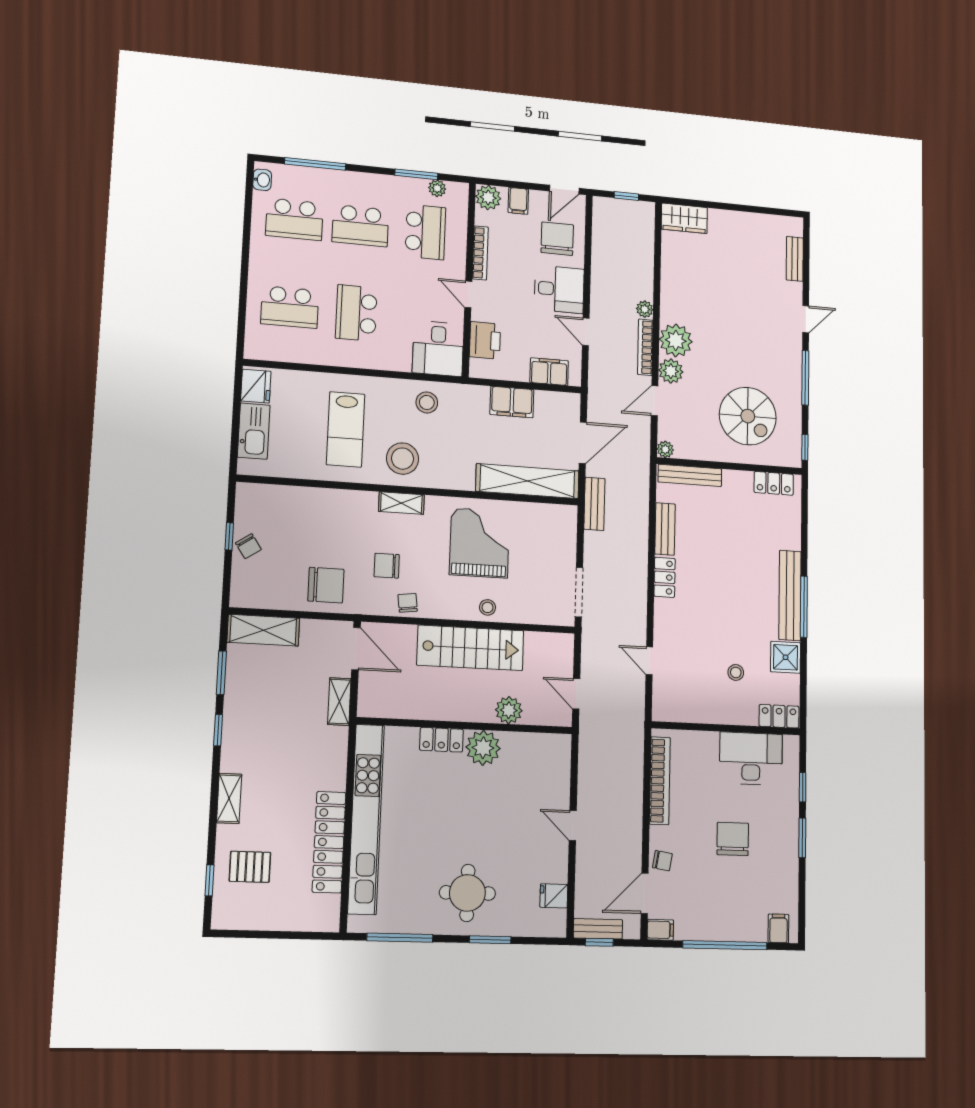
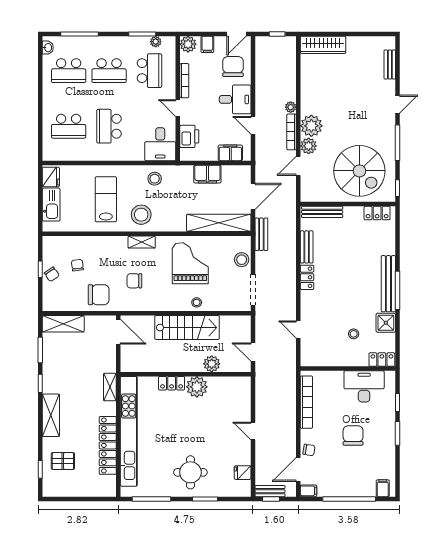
wardrobe: (684, 218) -> (323, 45), width x1.50
spiral stairs: (748, 416) -> (359, 171), width x1.37, depth x1.37
lab bench: (346, 429) -> (106, 199), turned 180
plant: (665, 449) -> (306, 197), removed
stool: (562, 542) -> (242, 260), added
chair: (408, 603) -> (77, 265), moved
shelving: (339, 702) -> (110, 387), moved
shelving: (229, 798) -> (51, 415), width x1.50, depth x1.33

